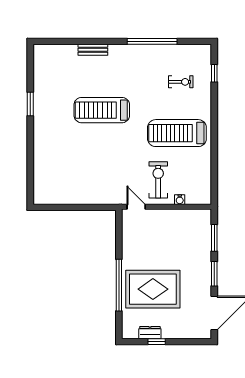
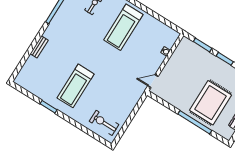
treadmill: (102, 110) -> (76, 86), moved
exercise bike: (158, 180) -> (104, 123), moved

